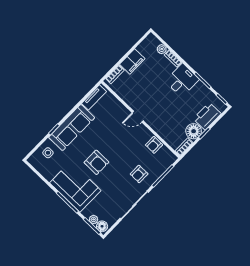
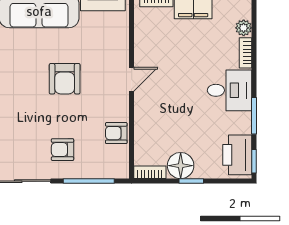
printer: (207, 116) -> (237, 155), moved, turned -90
door: (138, 117) -> (132, 79), swing flipped
armchair: (96, 162) -> (65, 79), moved

